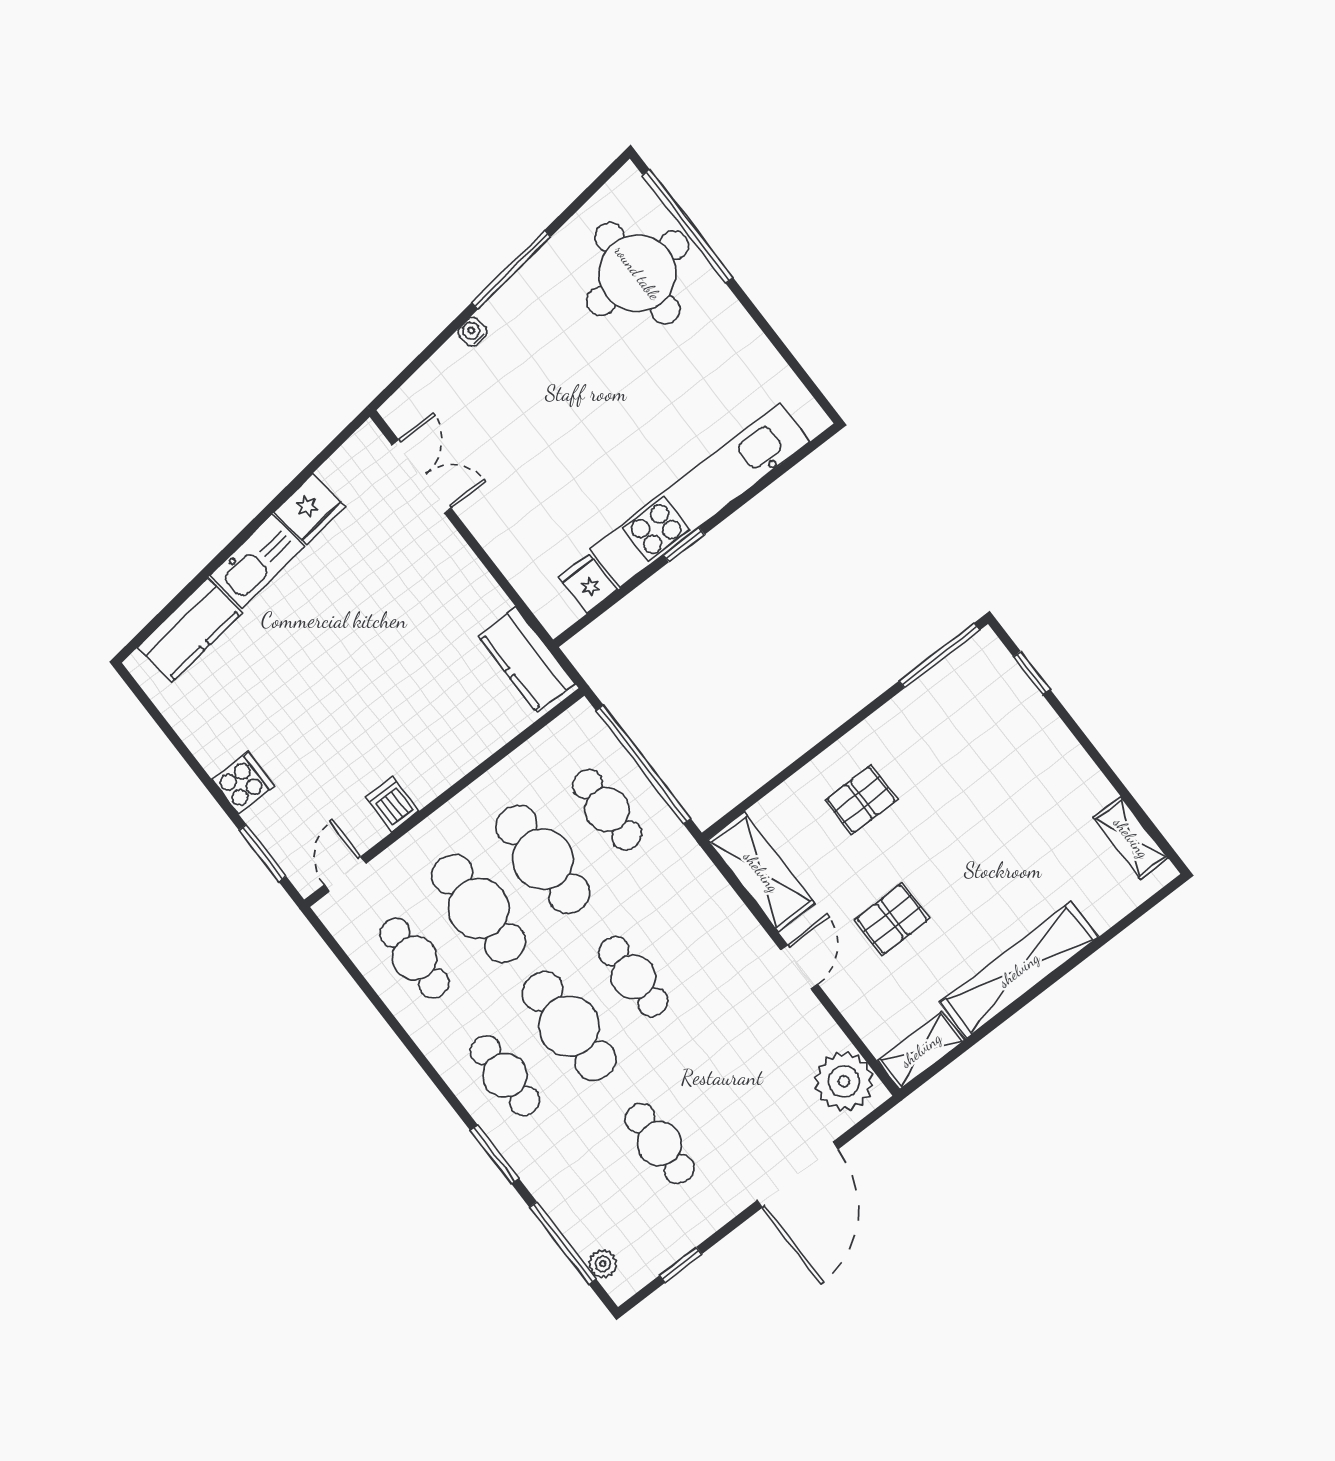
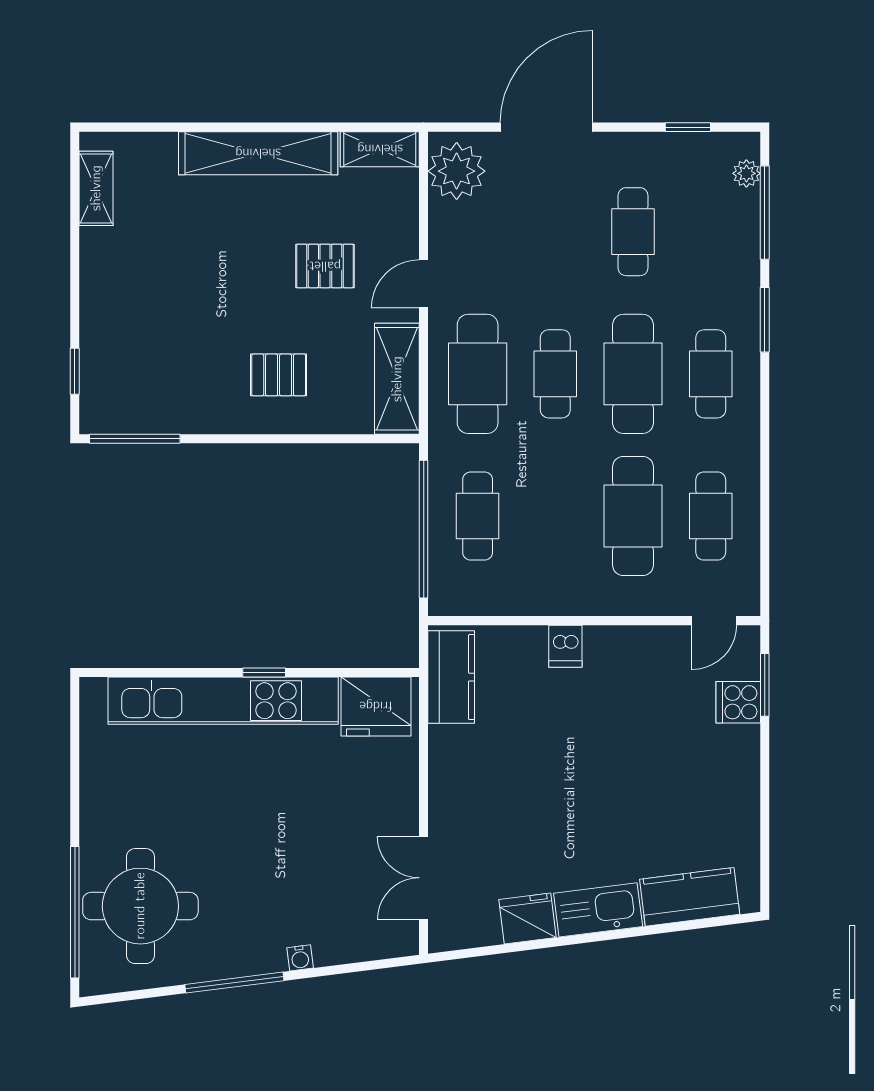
fridge: (588, 584) -> (376, 706), width x1.88, depth x1.34
cooker: (243, 783) -> (738, 702), moved
dishwasher: (392, 804) -> (565, 646), moved
cafe table: (543, 859) -> (478, 374), moved

